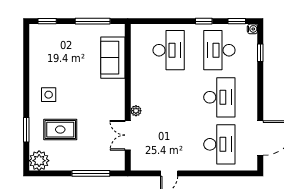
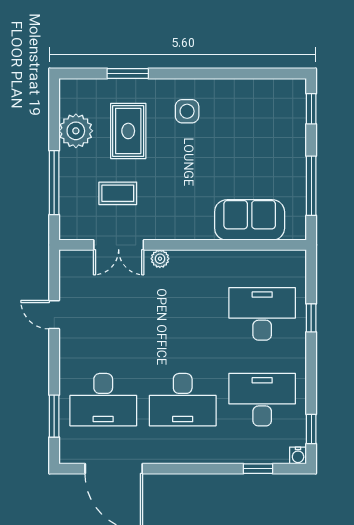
window: (204, 21) -> (311, 318), moved
desk: (169, 50) -> (262, 314), turned 180
double door: (128, 135) -> (119, 245), swing flipped
coffee table: (97, 136) -> (118, 193), added
plant: (39, 161) -> (76, 131), moved
window: (229, 173) -> (54, 416), added

